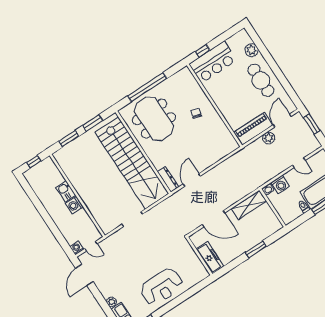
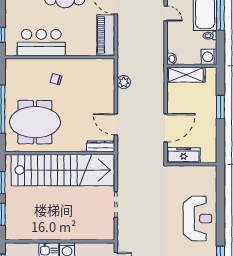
bar counter: (213, 62) -> (41, 43), moved, turned -90
plant: (269, 138) -> (124, 82), moved
door: (299, 163) -> (166, 14), hinge flipped
washing machine: (280, 185) -> (209, 57), moved, turned 180
shelving: (249, 205) -> (186, 75), moved, turned 90
freezer: (210, 258) -> (184, 155), moved

